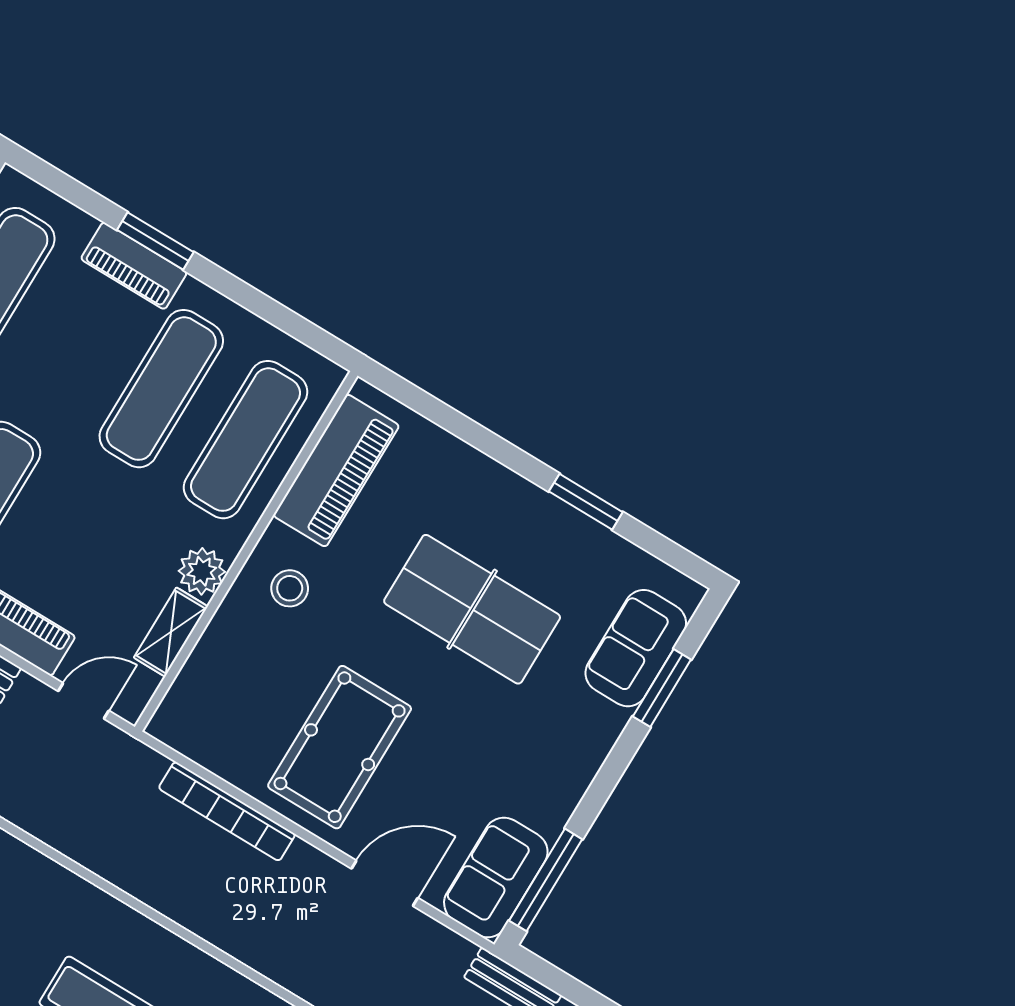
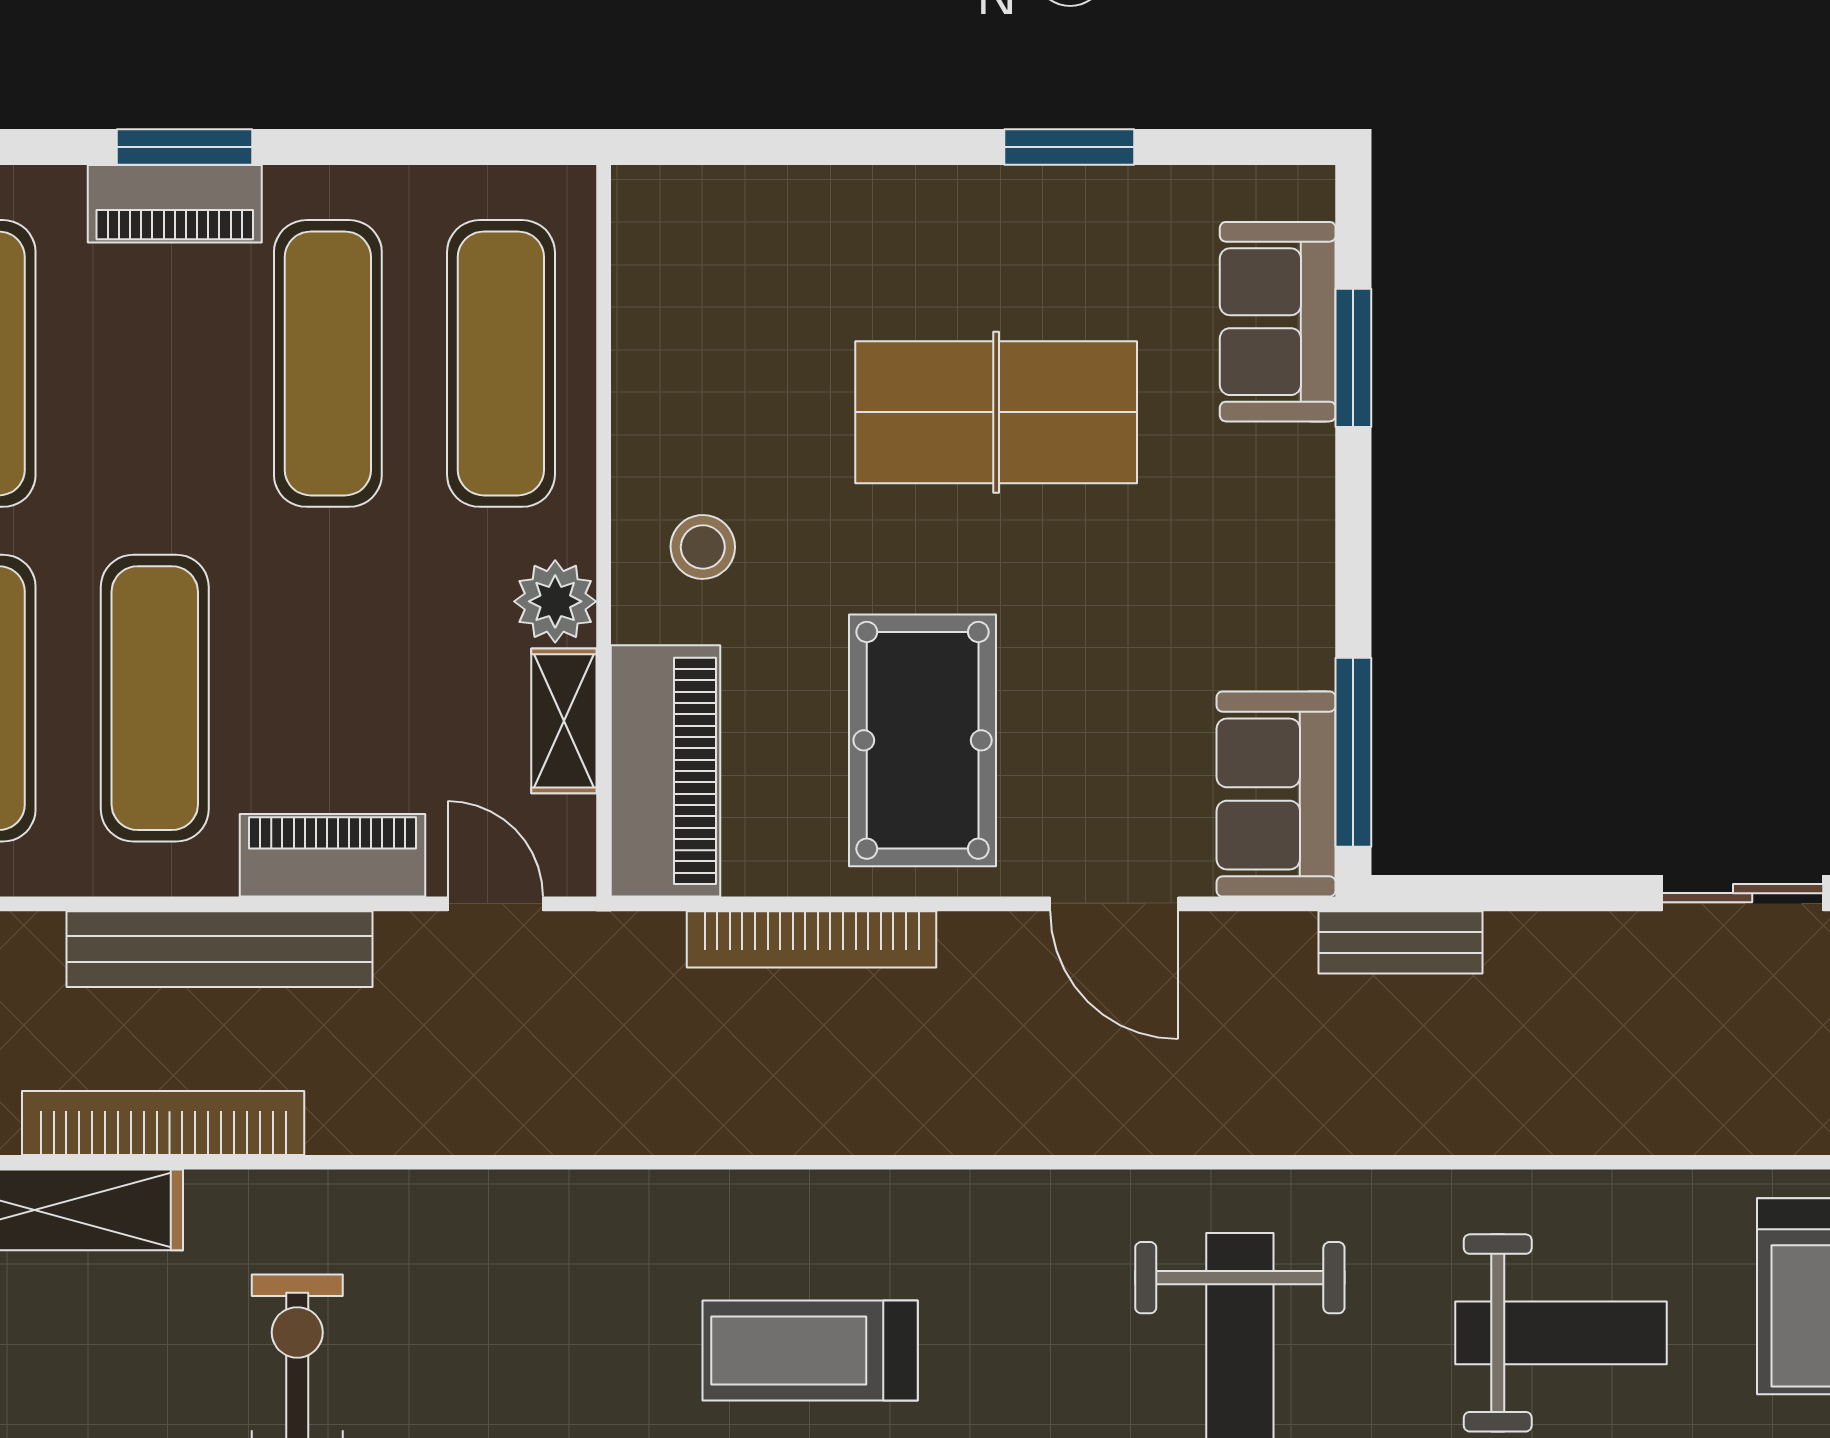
piano: (336, 471) -> (665, 771), moved
door: (84, 701) -> (495, 904), hinge flipped
door: (385, 883) -> (1114, 904), swing flipped

